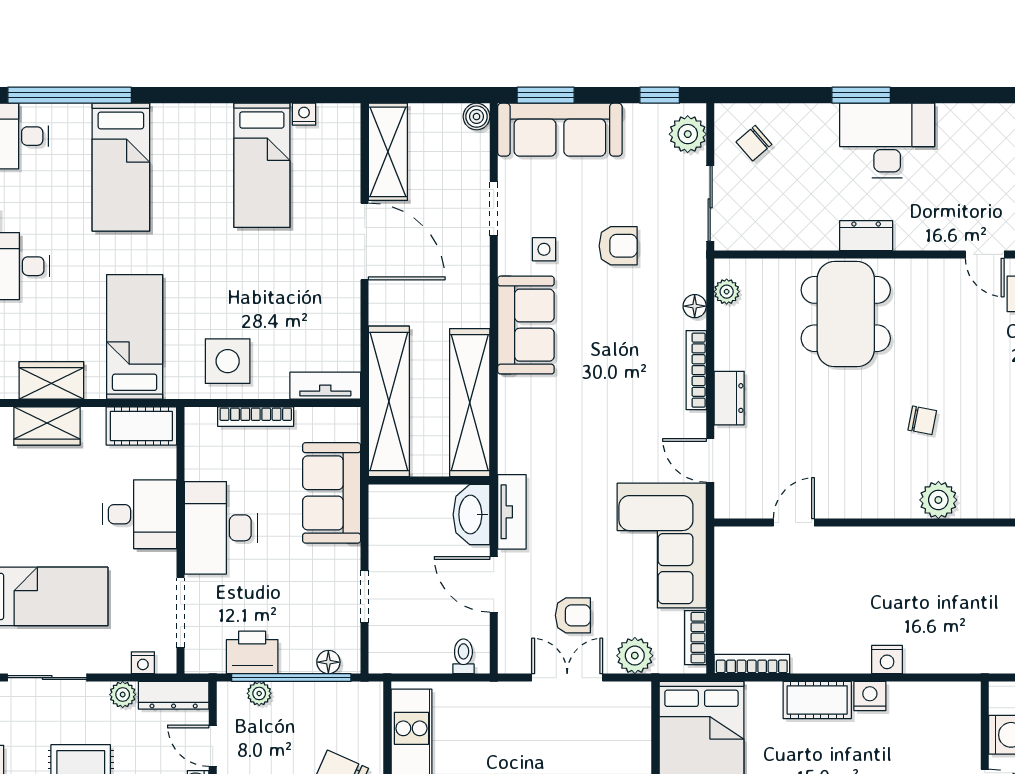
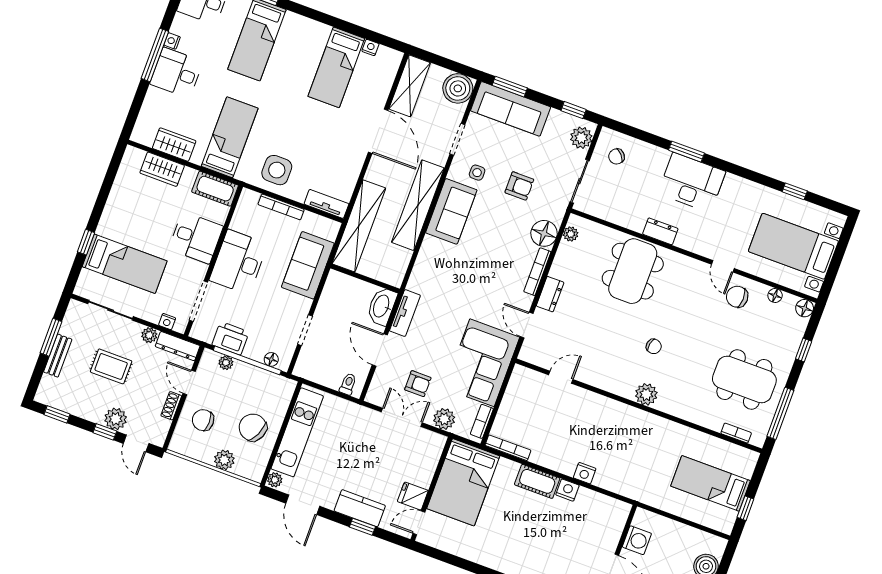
boiler: (477, 117) -> (458, 88), width x1.86, depth x1.86
floor lamp: (695, 306) -> (544, 233), width x1.89, depth x1.89
shelving: (470, 403) -> (418, 205), moved

